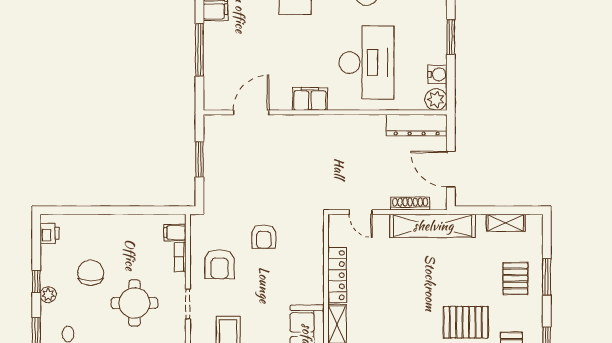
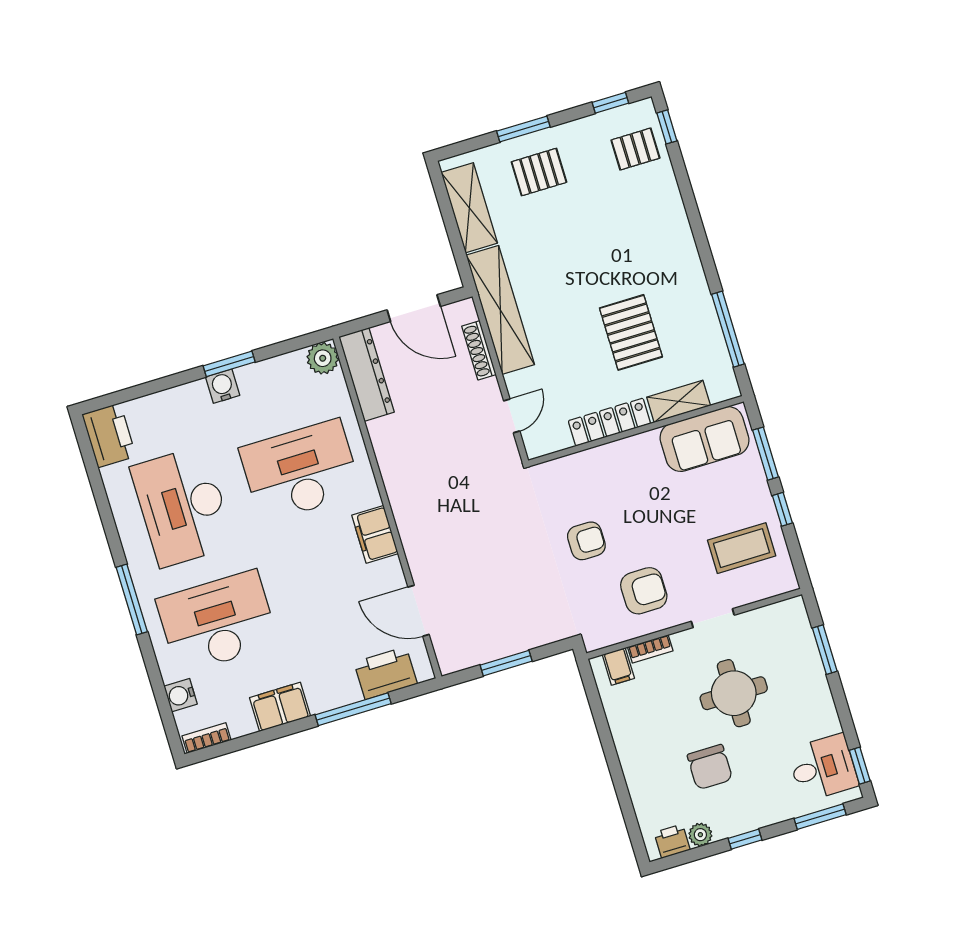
water cooler: (437, 74) -> (223, 386), moved
printer: (217, 78) -> (386, 673), added
door: (451, 169) -> (414, 308), hinge flipped
shelving: (506, 223) -> (469, 208), width x1.50, depth x1.33
chair: (91, 273) -> (710, 767), turned -90
plant: (48, 295) -> (700, 835), moved
pallet: (466, 322) -> (631, 332), moved

